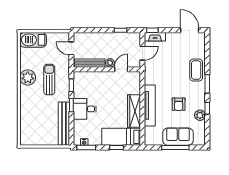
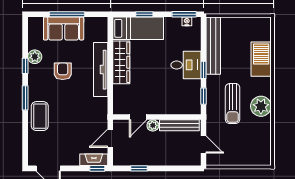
barbecue: (33, 40) -> (261, 59), moved, turned -90

